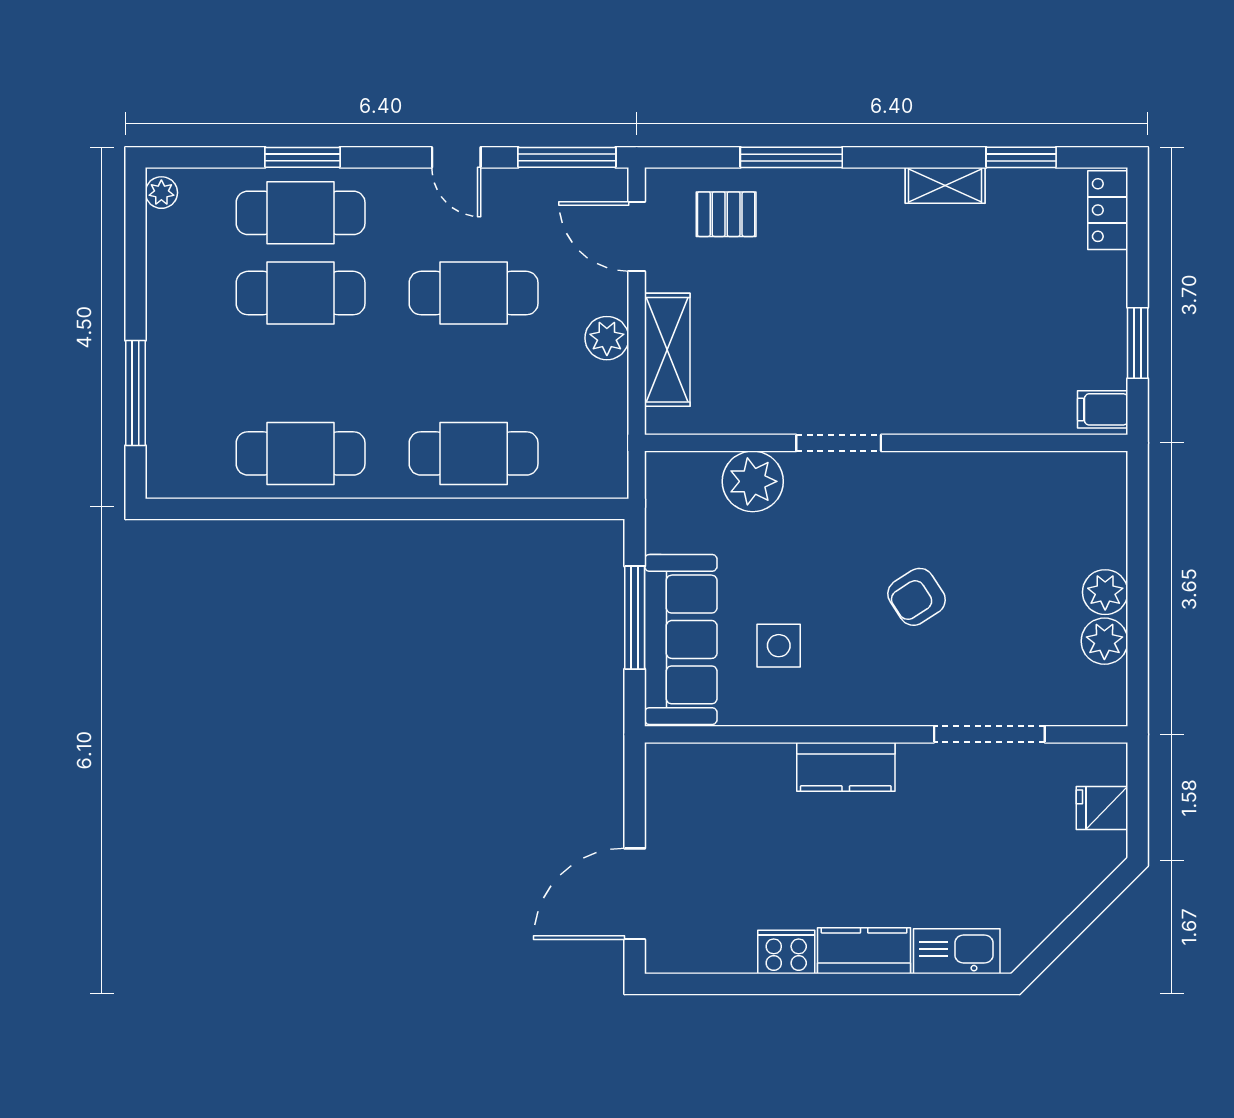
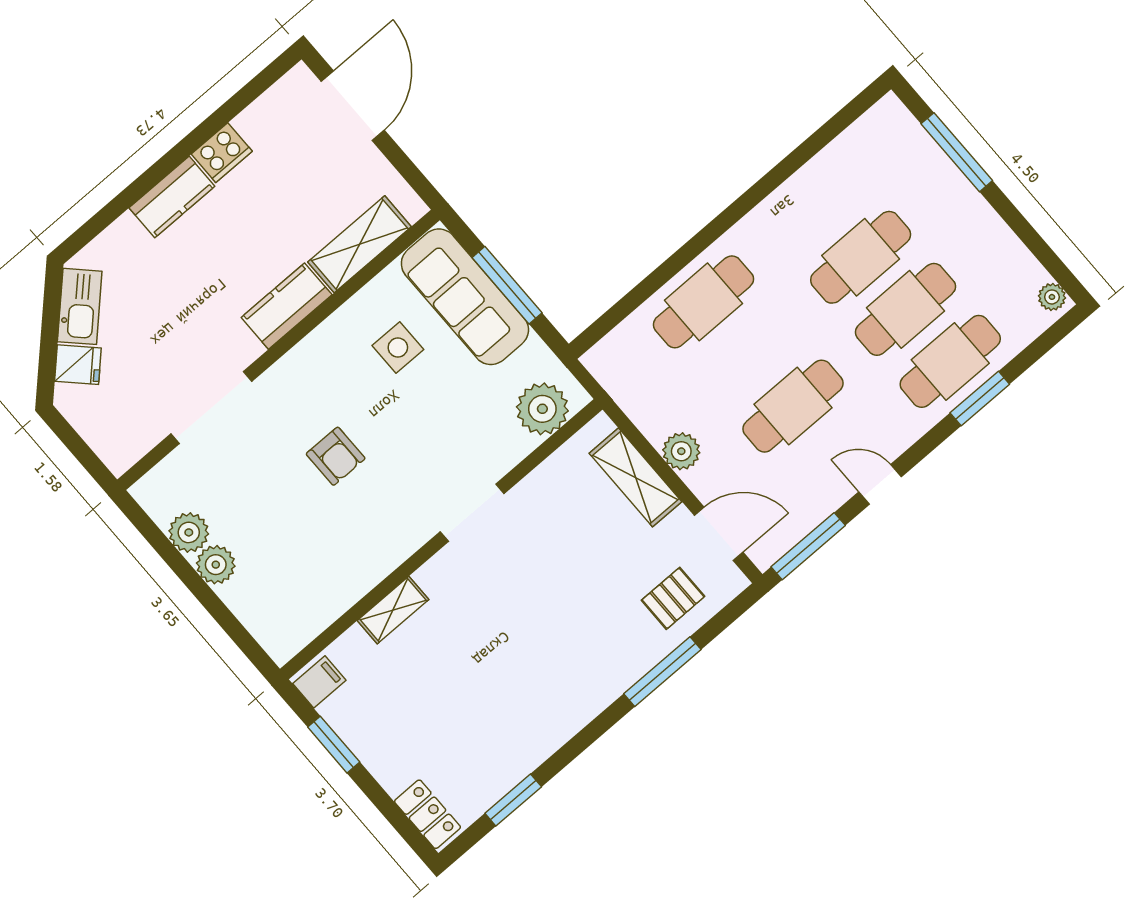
shelving: (945, 185) -> (393, 610), moved
cafe table: (301, 453) -> (861, 257), moved
plant: (753, 481) -> (542, 409), moved
armchair: (917, 597) -> (336, 456), turned 123
shelving: (734, 766) -> (359, 244), added
fridge: (1102, 808) -> (78, 365), moved, turned 45
kitchen sink: (957, 951) -> (80, 306), moved, turned -45

